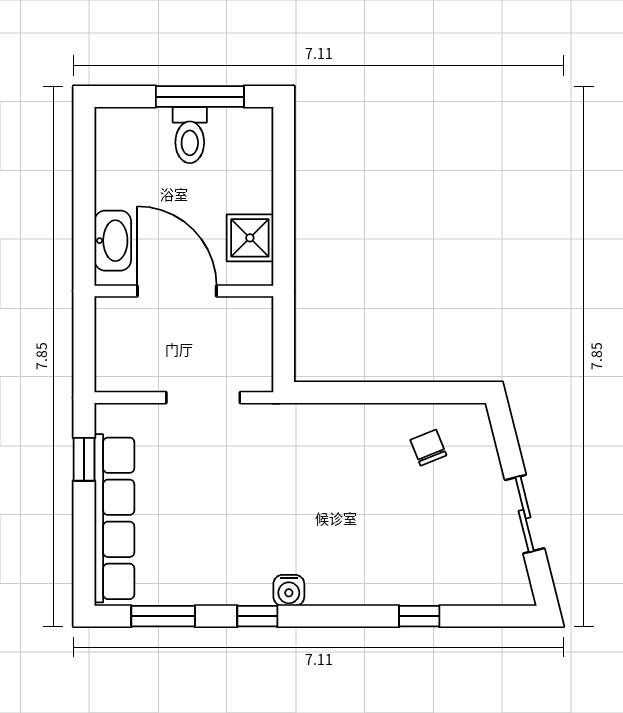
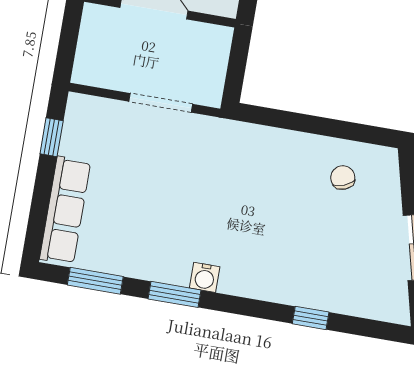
row of seats: (114, 518) -> (65, 210), width x0.73
window: (257, 616) -> (174, 294), width x1.50

